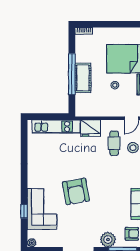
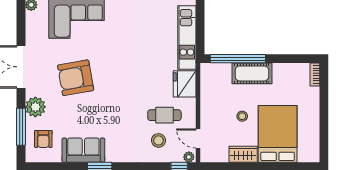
window: (72, 74) -> (238, 59), moved
armchair: (76, 191) -> (76, 78), moved

